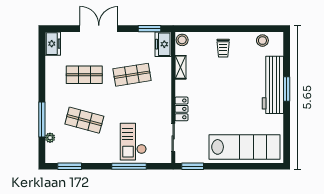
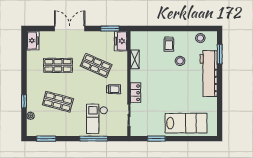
stool: (182, 40) -> (180, 61), moved
shop shelf: (132, 75) -> (96, 65), turned 33
window: (287, 89) -> (220, 54), moved
trolley: (154, 105) -> (114, 89), added
window: (42, 120) -> (24, 101), width x0.46
lab bench: (245, 147) -> (186, 123), width x0.73
window: (193, 166) -> (156, 139), moved

